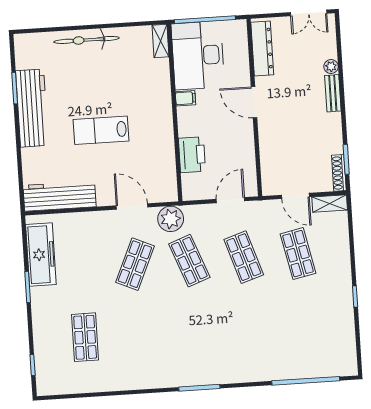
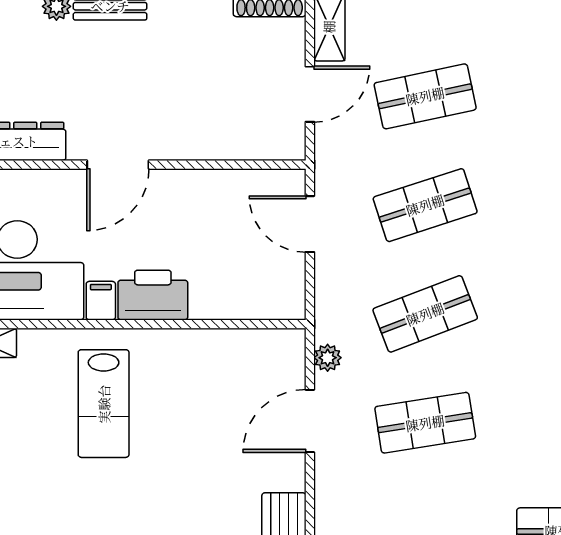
lab bench: (101, 130) -> (104, 404), moved
printer: (192, 155) -> (153, 295), moved
plant: (171, 219) -> (328, 358), width x0.53, depth x0.53
shop shelf: (135, 264) -> (425, 423), turned -33

